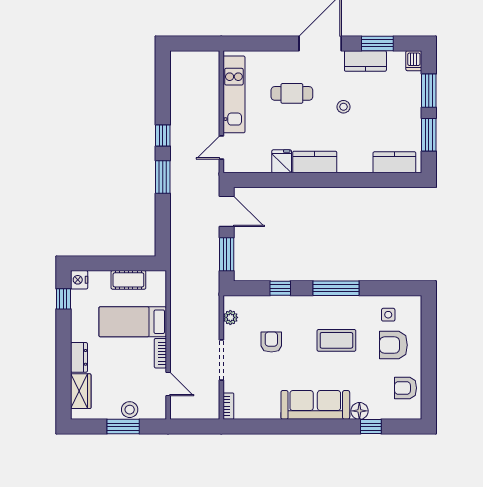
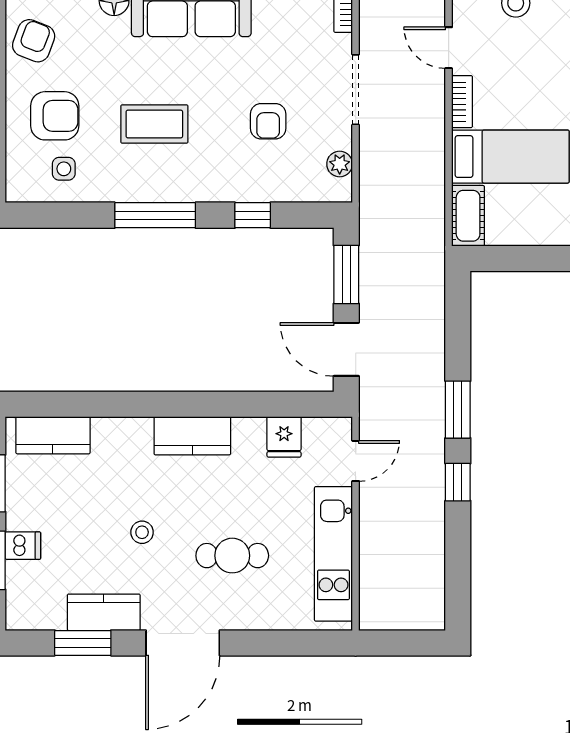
dishwasher: (414, 61) -> (23, 546), moved, turned 90
fridge: (282, 161) -> (284, 437), moved
cot: (128, 280) -> (468, 216), moved, turned 90
armchair: (406, 388) -> (34, 41), turned -69

